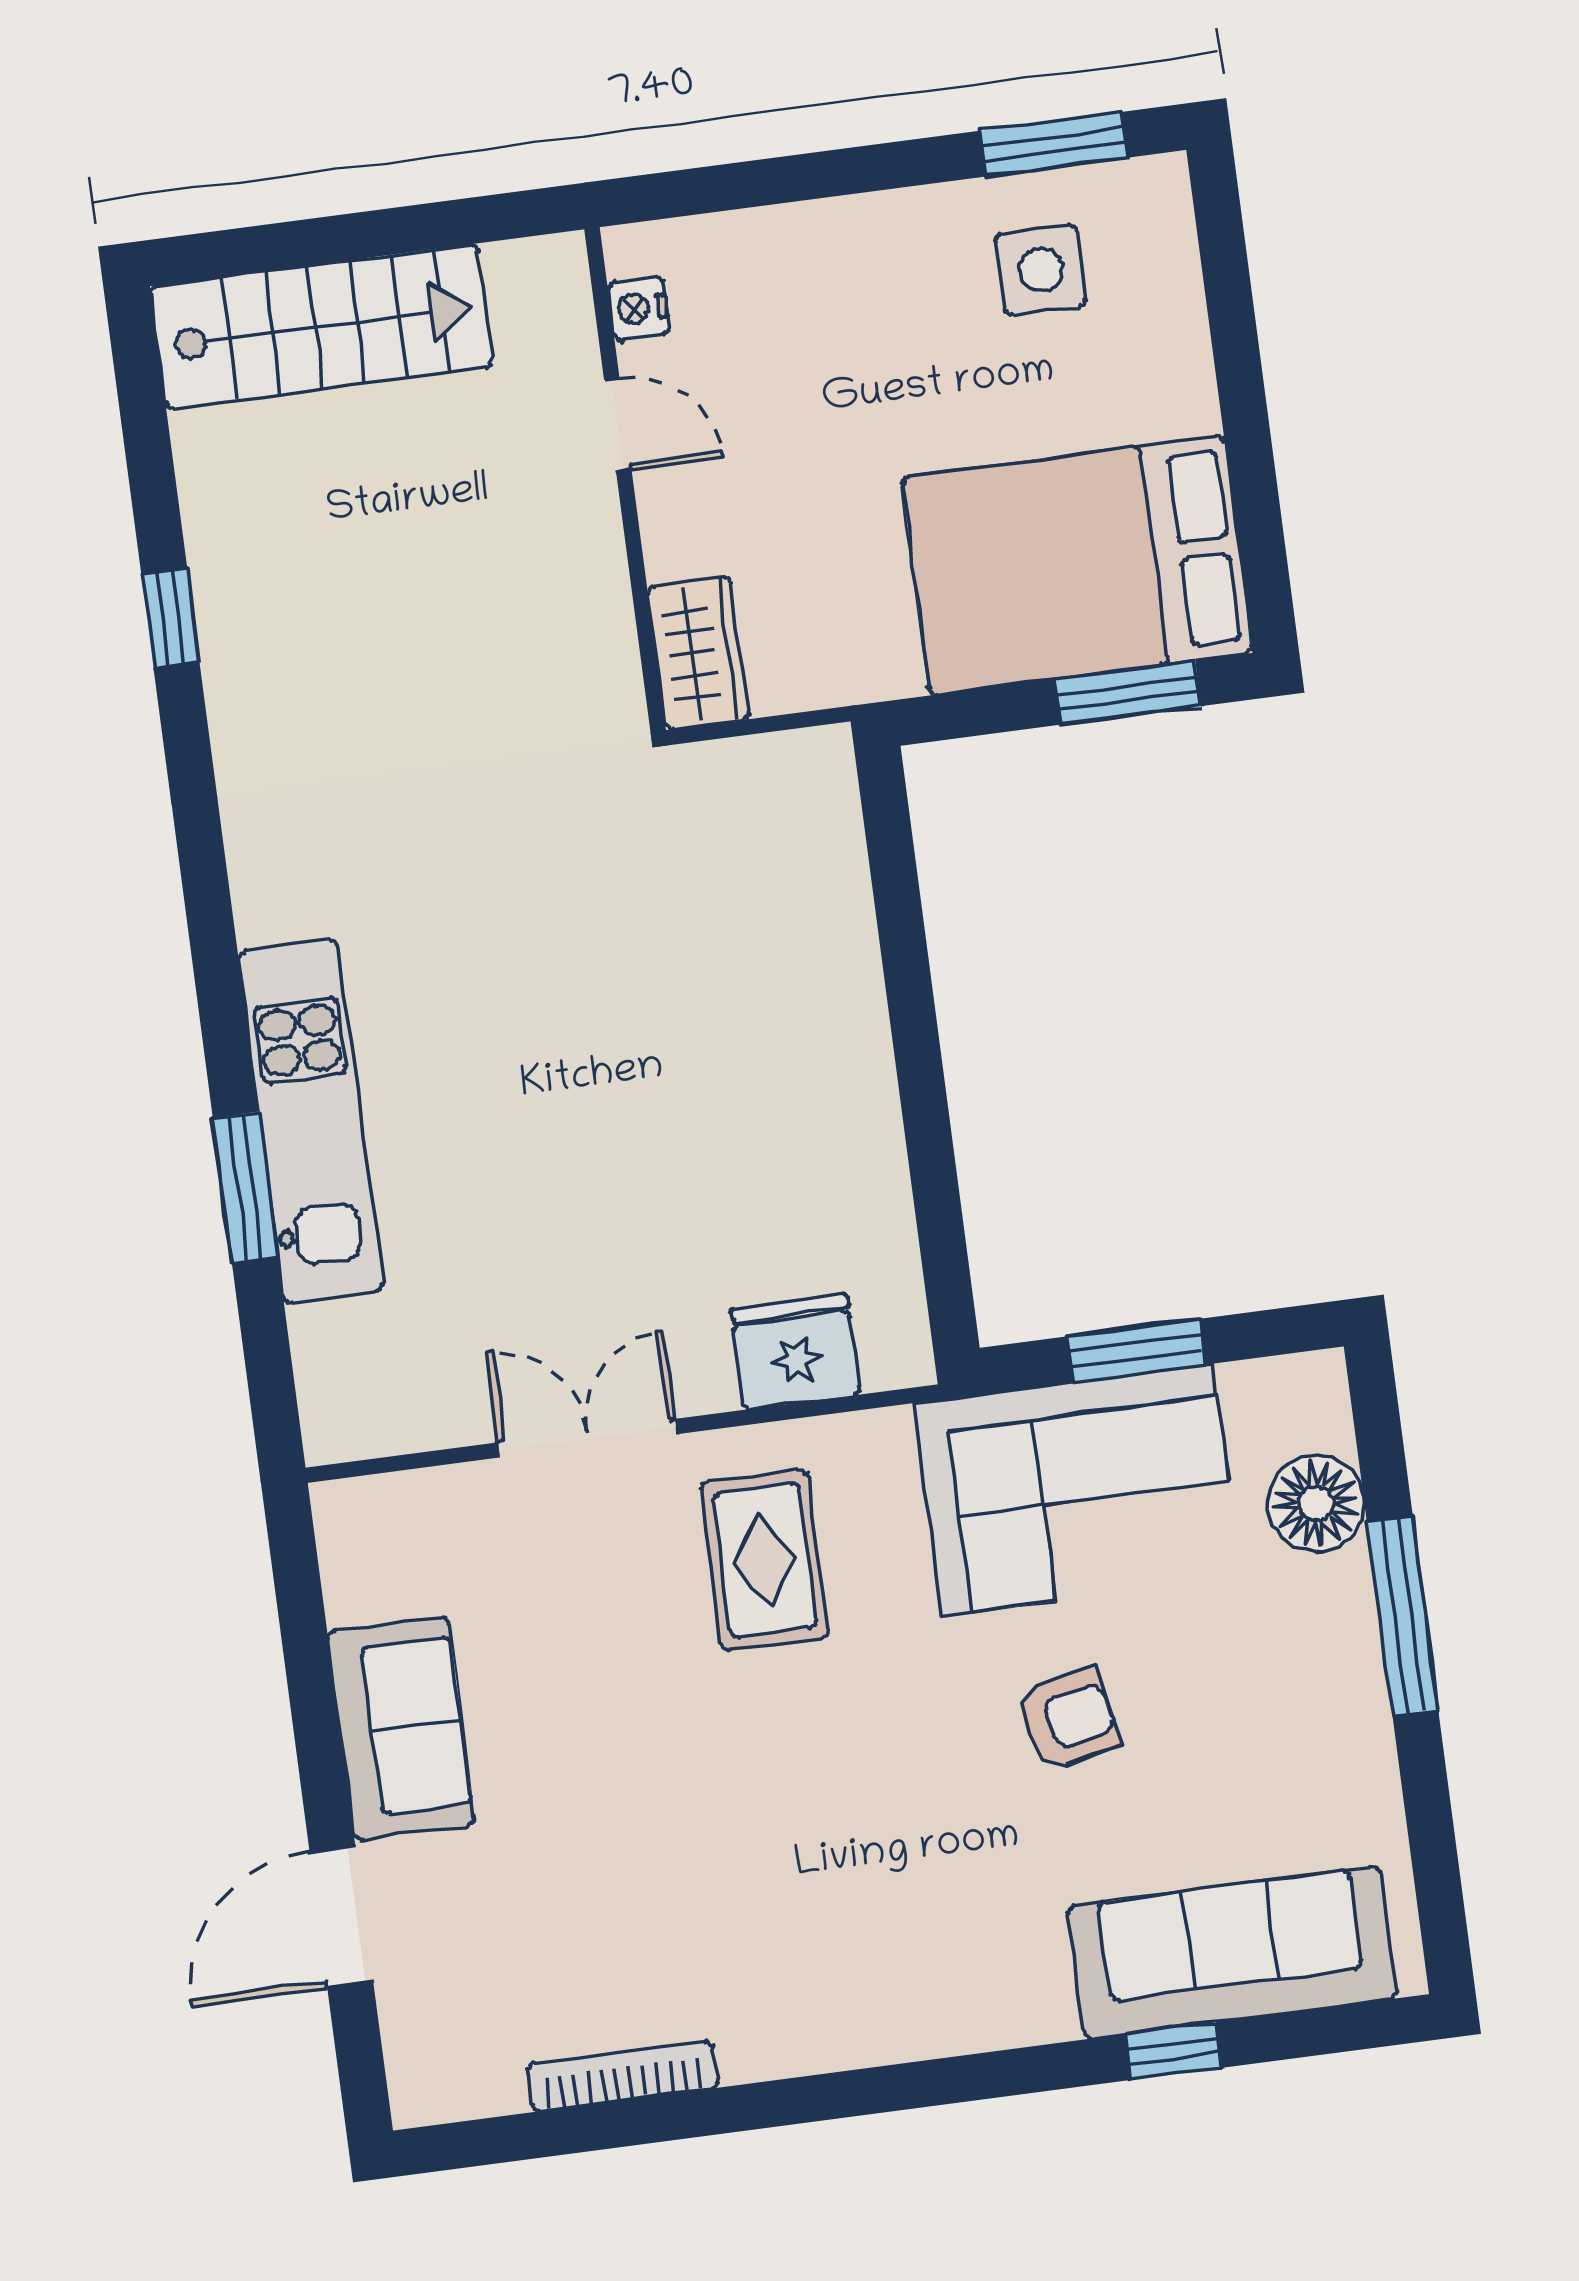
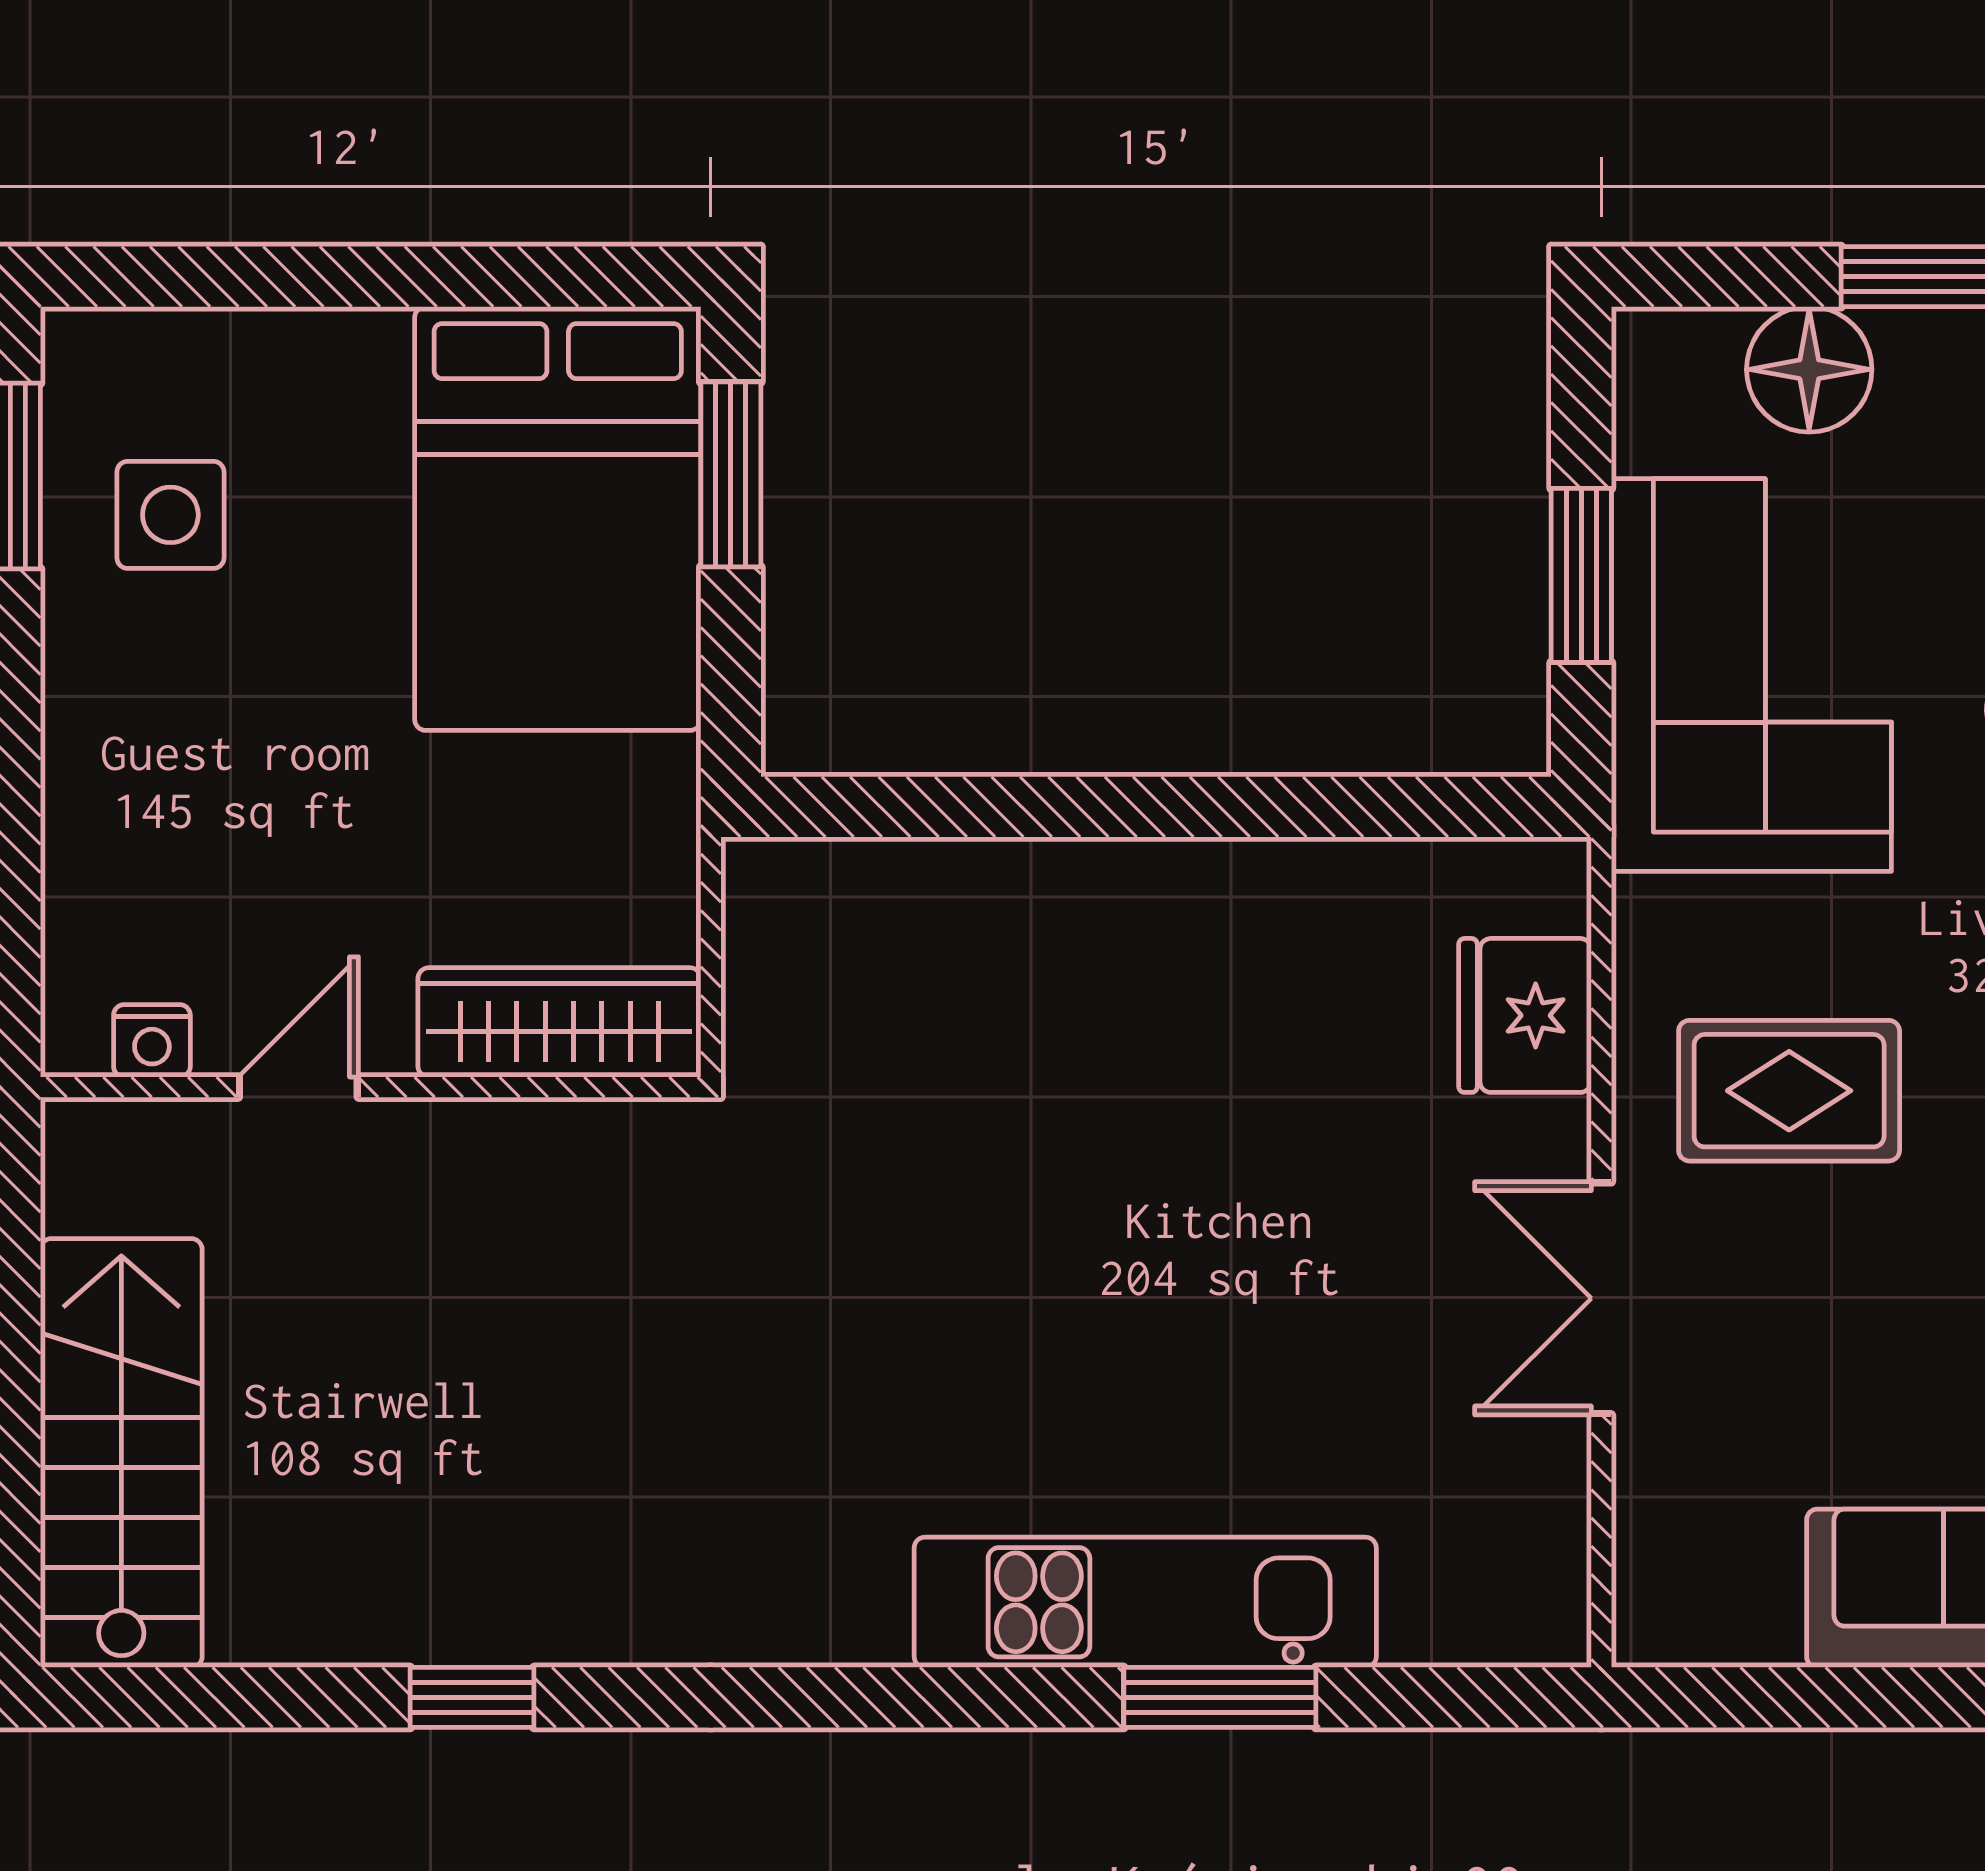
wardrobe: (698, 653) -> (559, 1022), width x1.50

